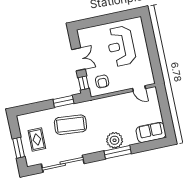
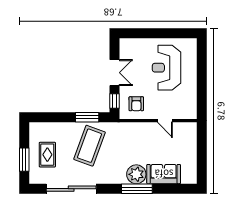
door: (139, 88) -> (165, 121), moved
coffee table: (70, 125) -> (89, 146), turned -75
sofa: (151, 132) -> (164, 174), moved

